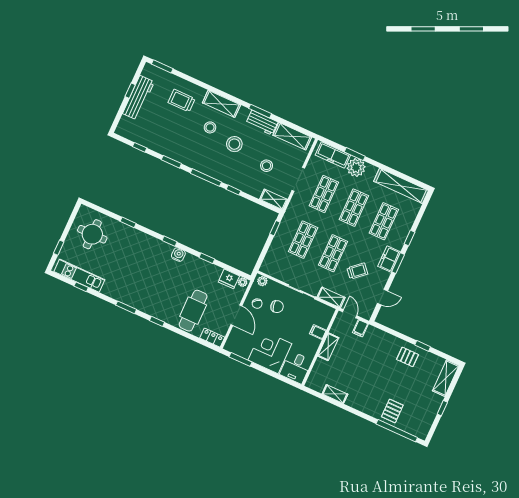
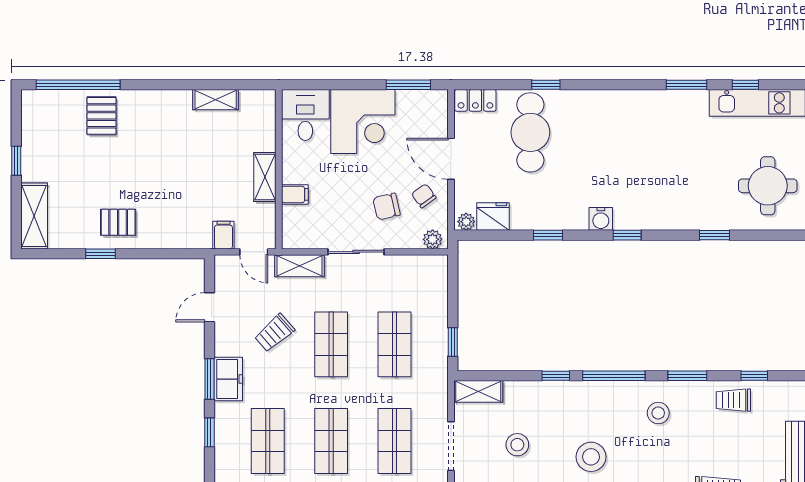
stool: (210, 127) -> (658, 413), moved
trolley: (155, 140) -> (733, 400), added
window: (126, 307) -> (686, 85), moved
window: (157, 321) -> (546, 85), moved

